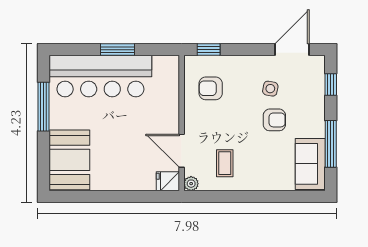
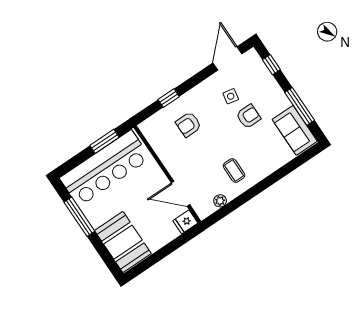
wall: (182, 123) -> (167, 174), moved
door: (182, 151) -> (181, 194), moved
fridge: (168, 181) -> (185, 222), moved

